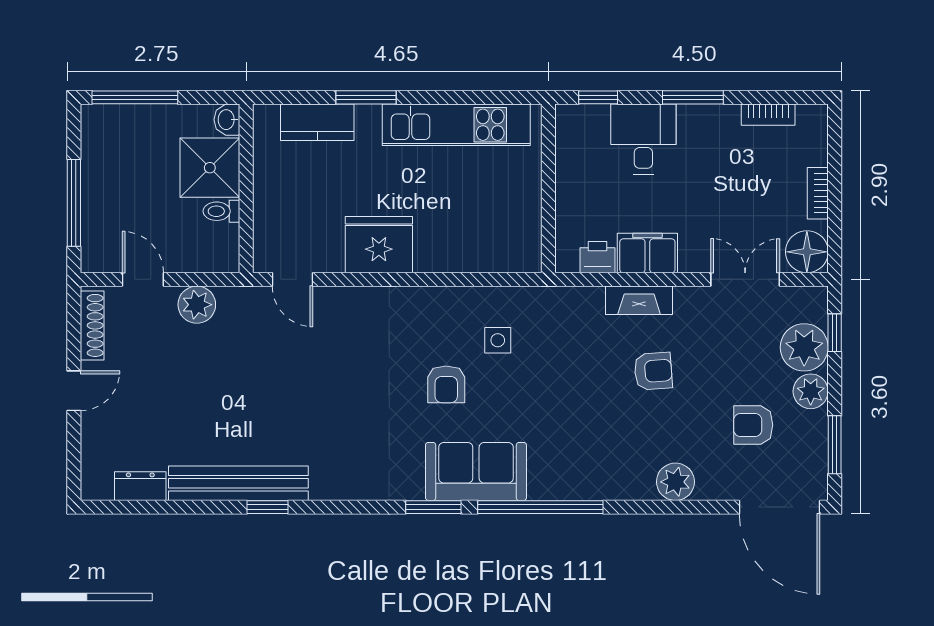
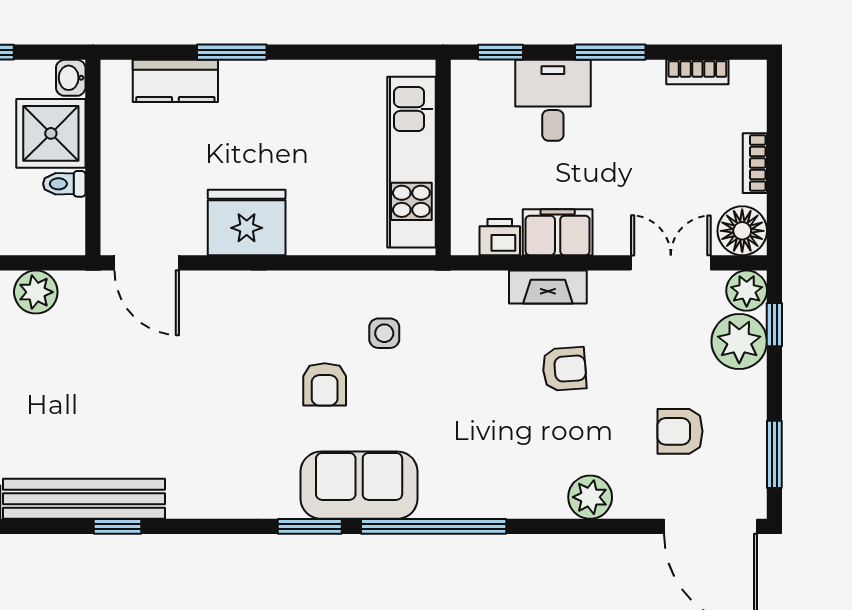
kitchen unit: (456, 125) -> (411, 162), moved, turned 90
door: (293, 279) -> (147, 263), width x1.37
plant: (811, 391) -> (747, 291), moved

